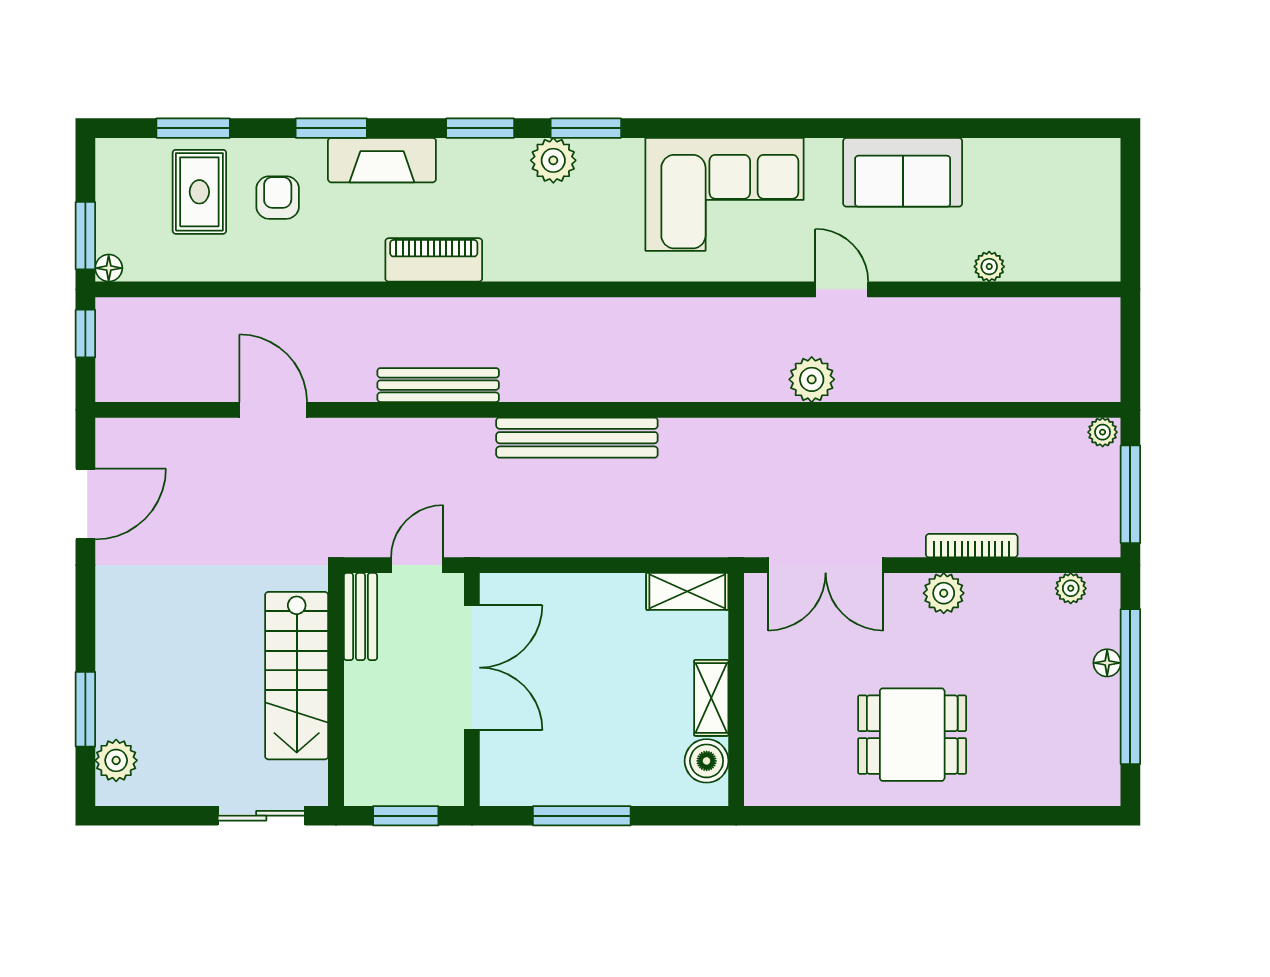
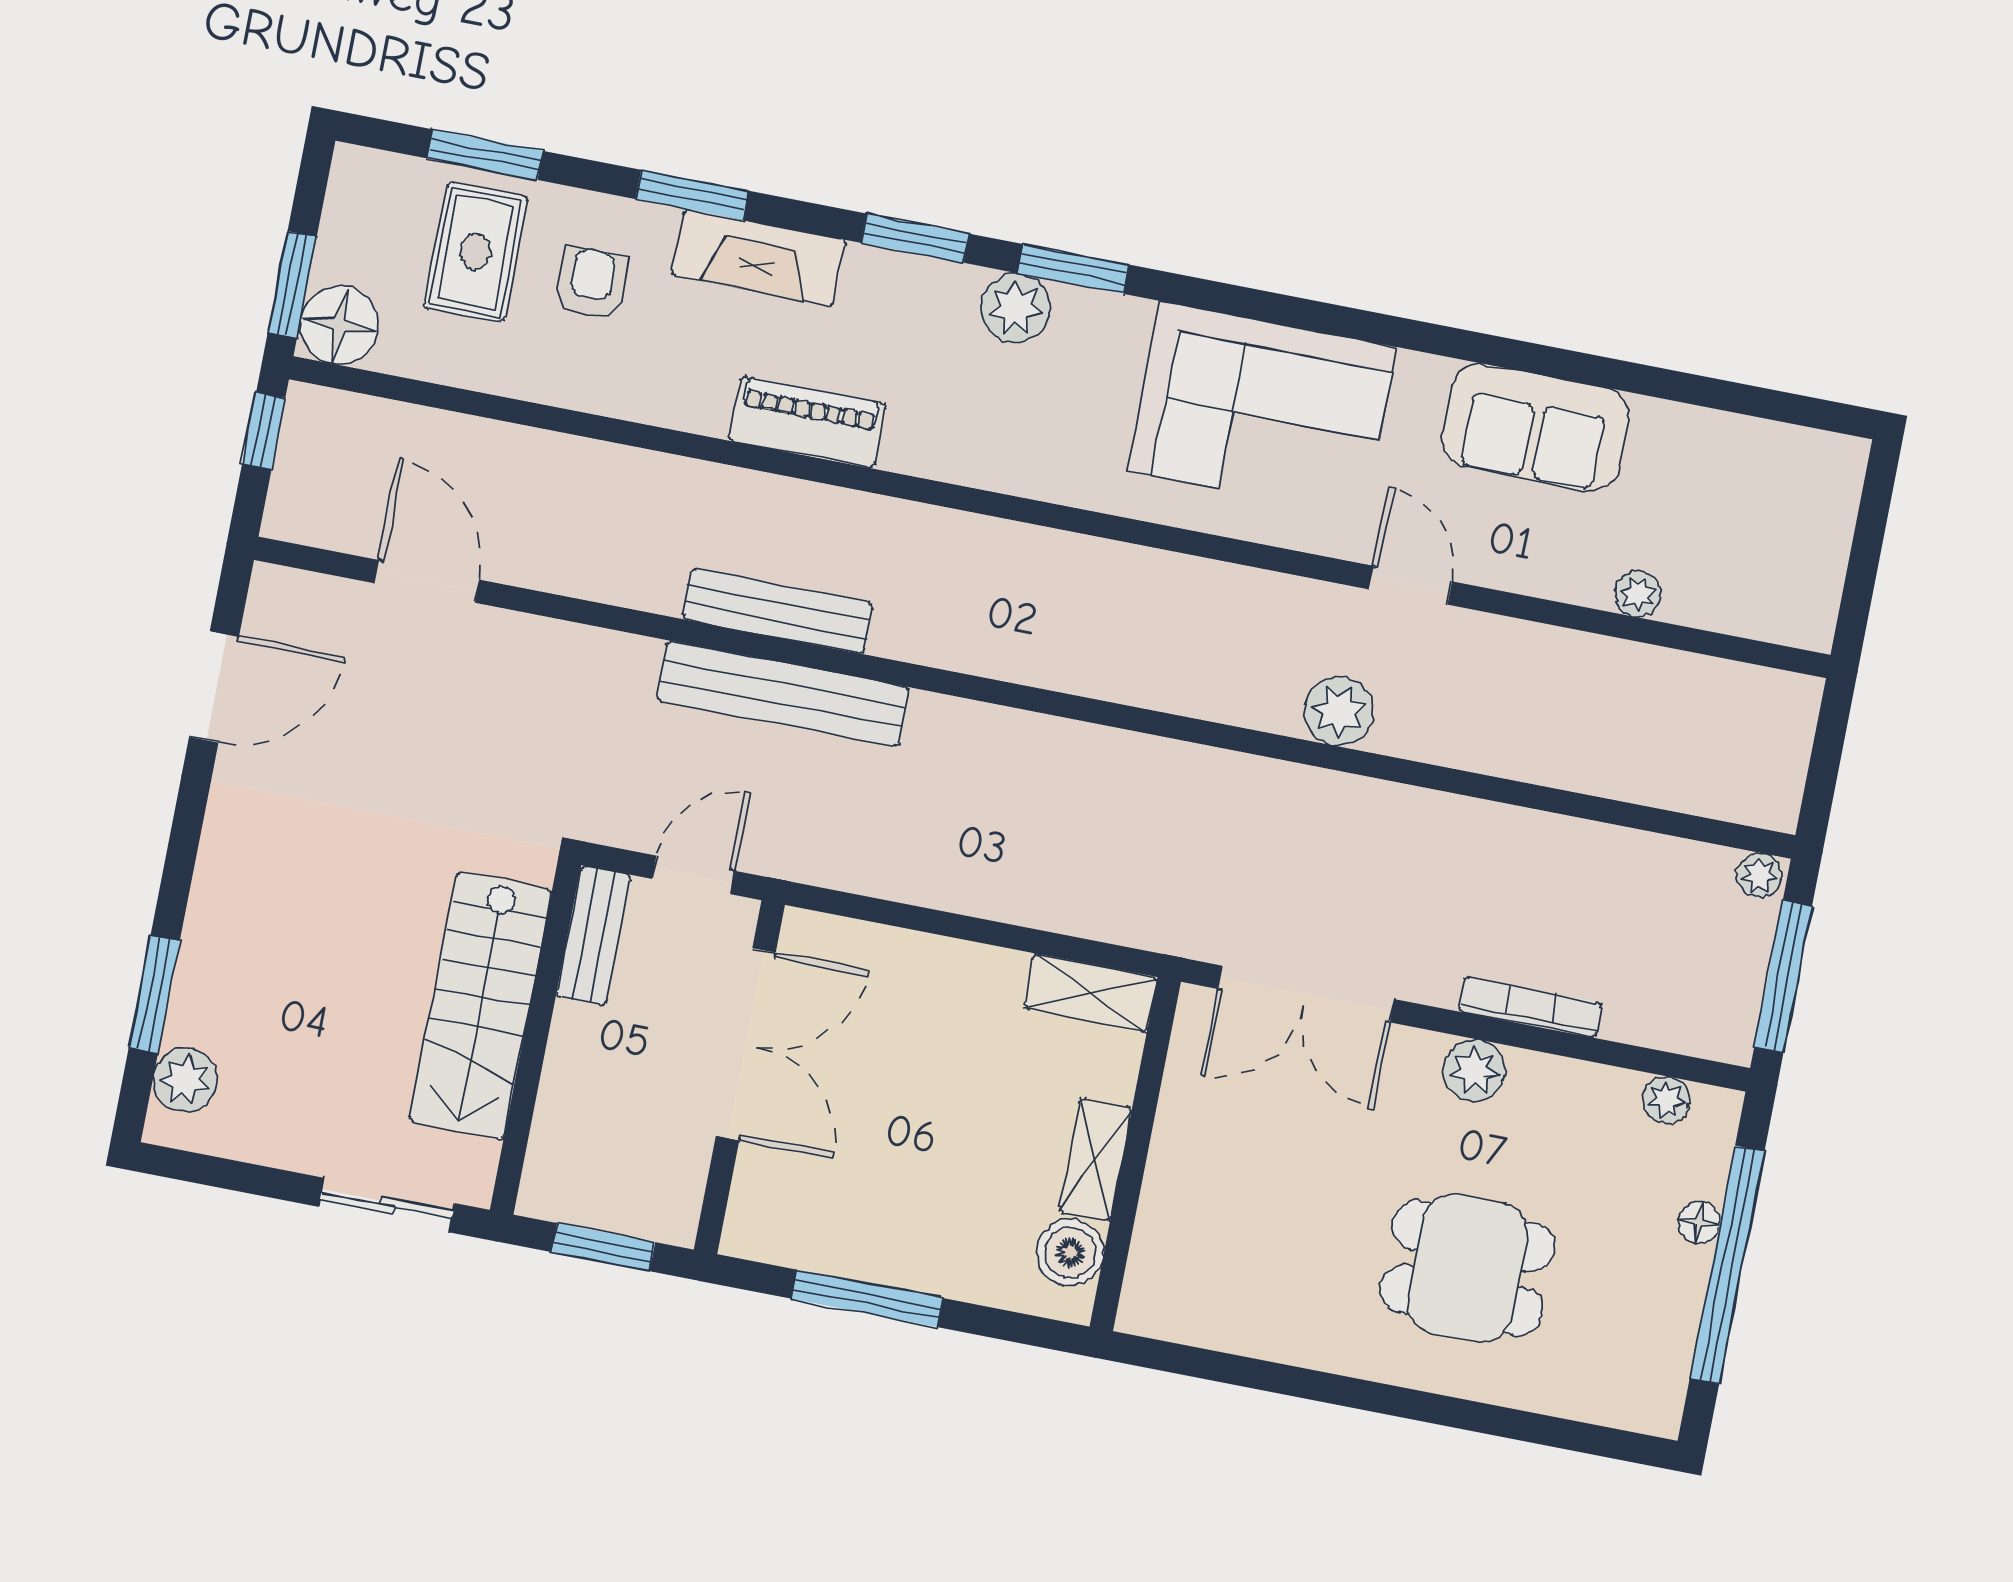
floor lamp: (109, 268) -> (339, 325), width x1.89, depth x1.89
door: (273, 410) -> (427, 581), moved
bench: (577, 438) -> (783, 694), moved
dining table: (912, 735) -> (1467, 1268), moved

